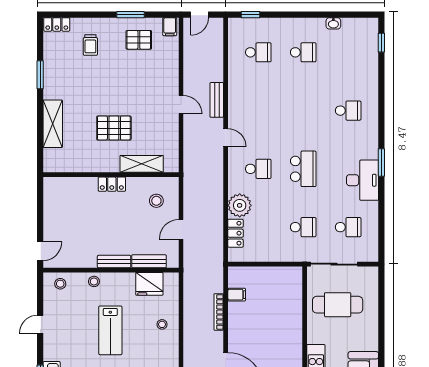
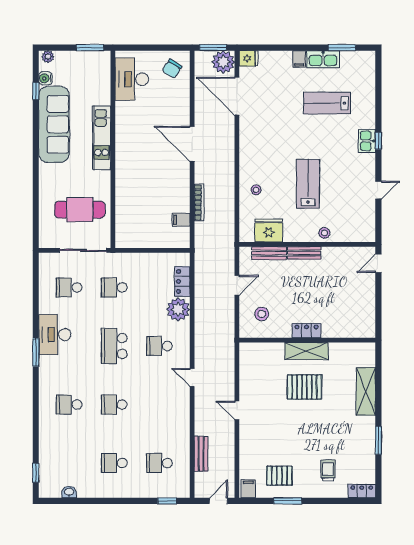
washbasin: (333, 23) -> (69, 492), moved
bench: (217, 100) -> (201, 454), moved
school desk: (303, 111) -> (114, 405), added
shelving: (142, 164) -> (307, 351), moved
stool: (60, 284) -> (358, 231), removed

